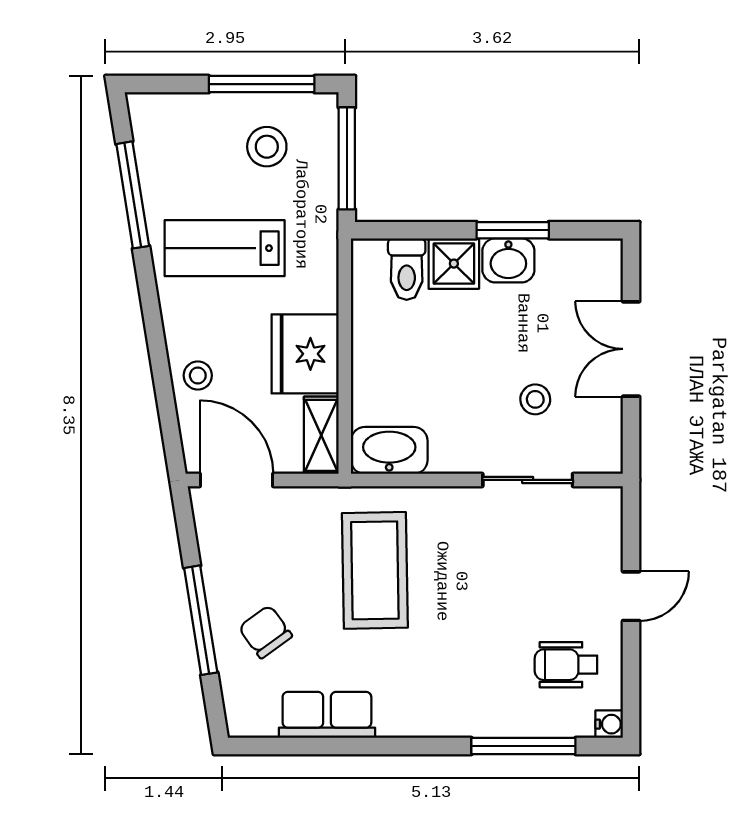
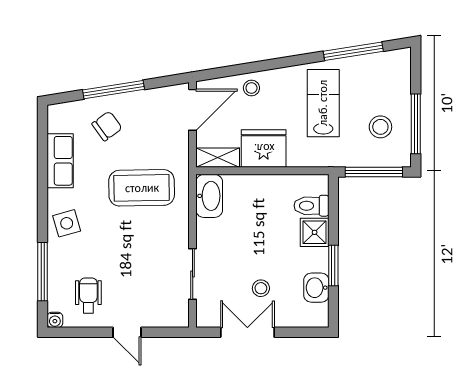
washbasin: (508, 260) -> (316, 288), moved
double door: (631, 349) -> (247, 332), moved
stool: (535, 399) -> (261, 288), moved
side table: (438, 703) -> (67, 223), added

